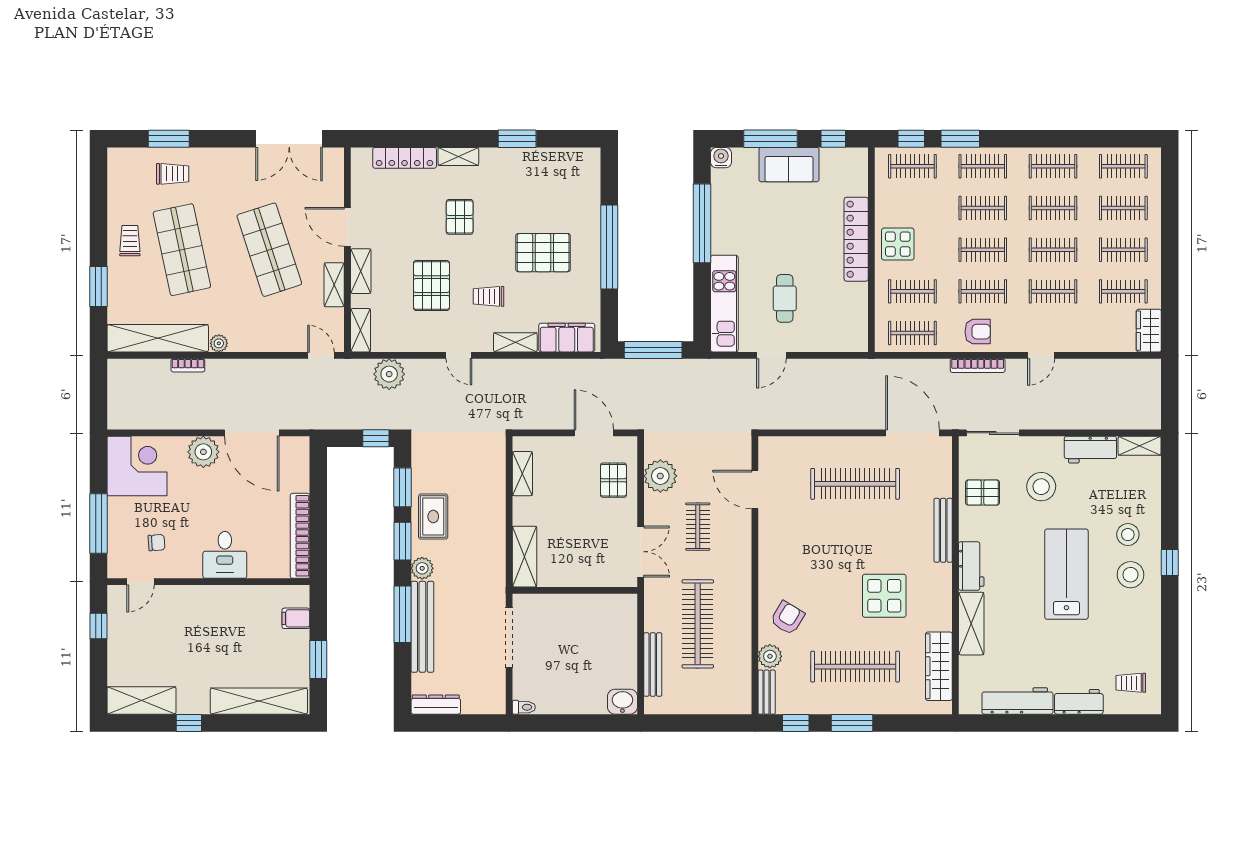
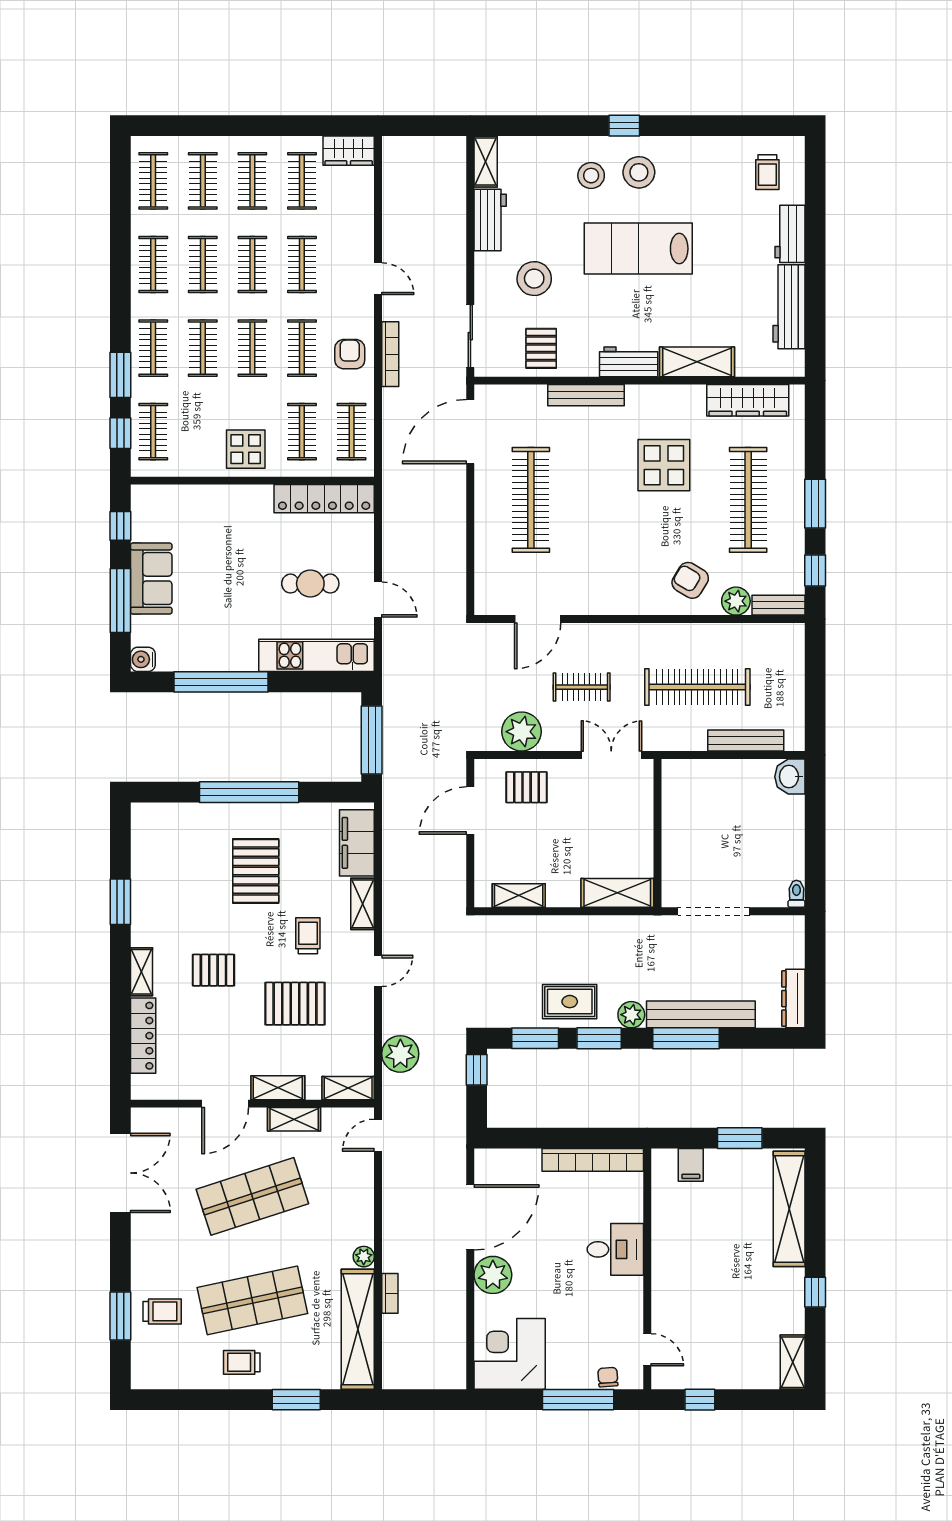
trolley: (173, 174) -> (162, 1311), turned 90
locker: (856, 239) -> (324, 499), moved
trolley: (489, 296) -> (308, 936), turned 180
chair: (156, 543) -> (608, 1377), moved
shelving: (141, 700) -> (793, 1362), width x0.67, depth x0.75

